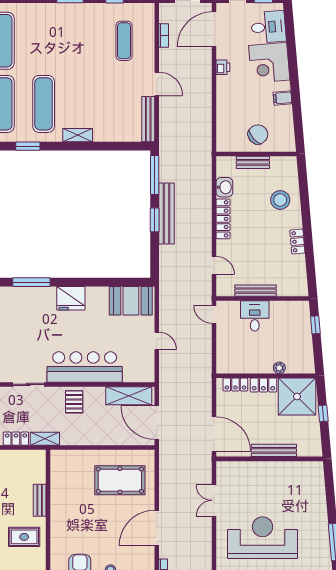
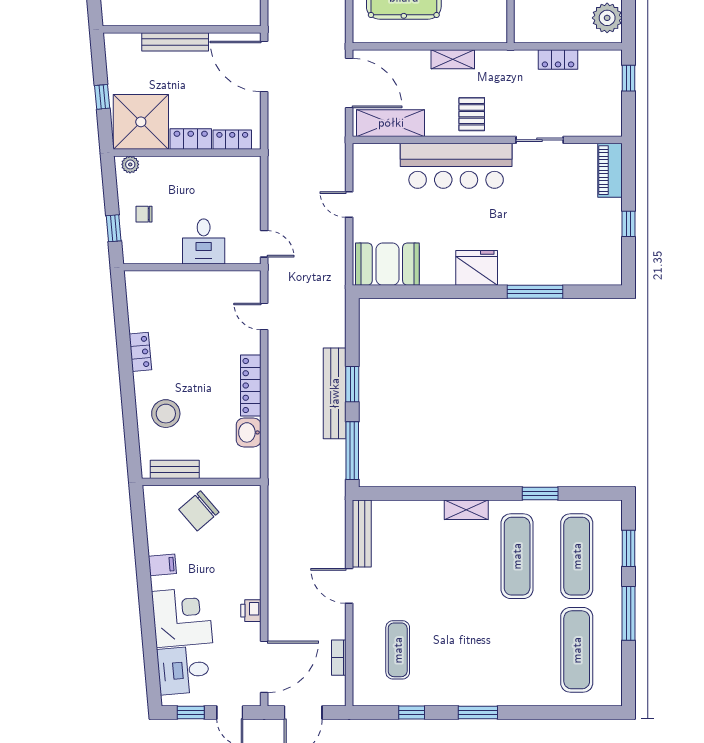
bench: (253, 162) -> (175, 469), moved
bench: (256, 291) -> (202, 279), removed
chair: (295, 334) -> (144, 214), added
plant: (279, 368) -> (130, 164), moved
shelving: (45, 439) -> (453, 59), moved

